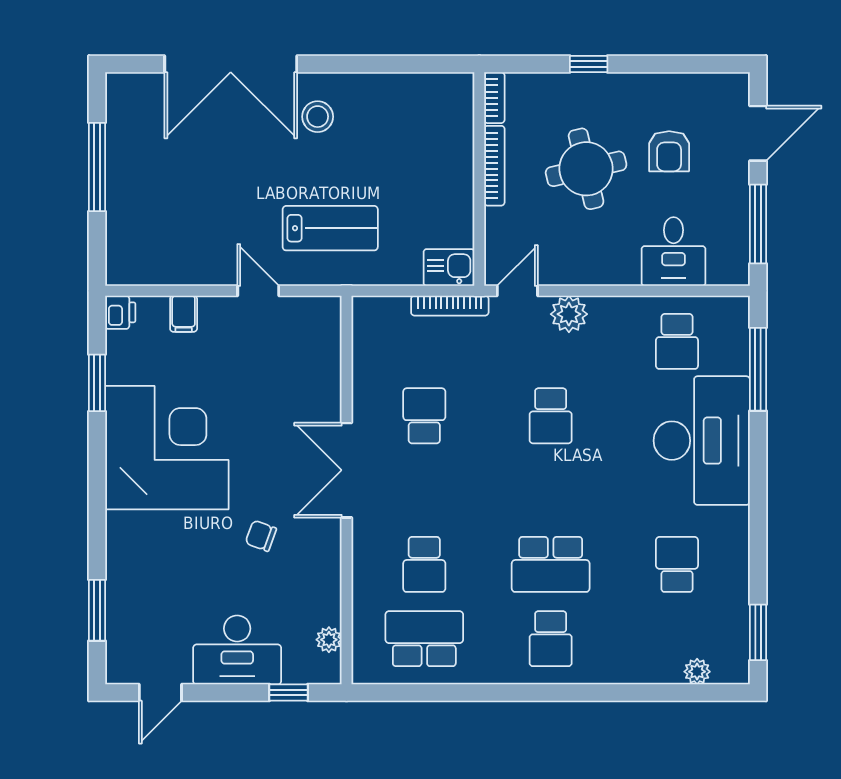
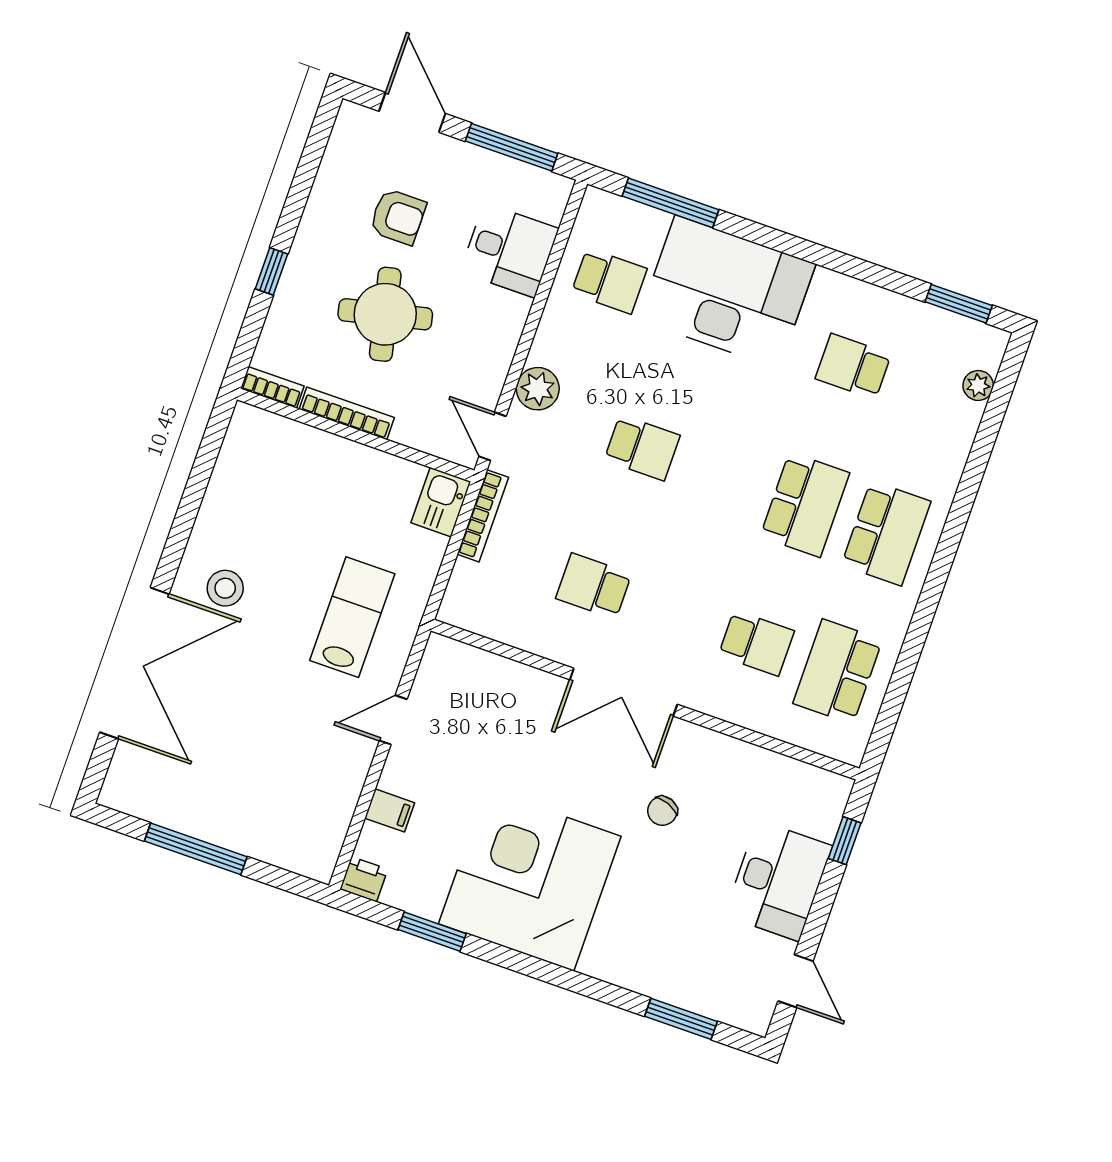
school desk: (551, 639) -> (886, 533), width x1.85
plant: (329, 640) -> (802, 776), removed

